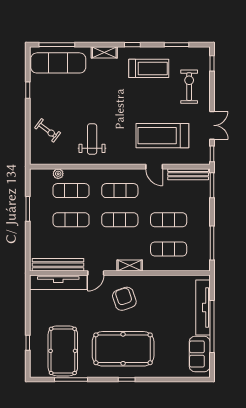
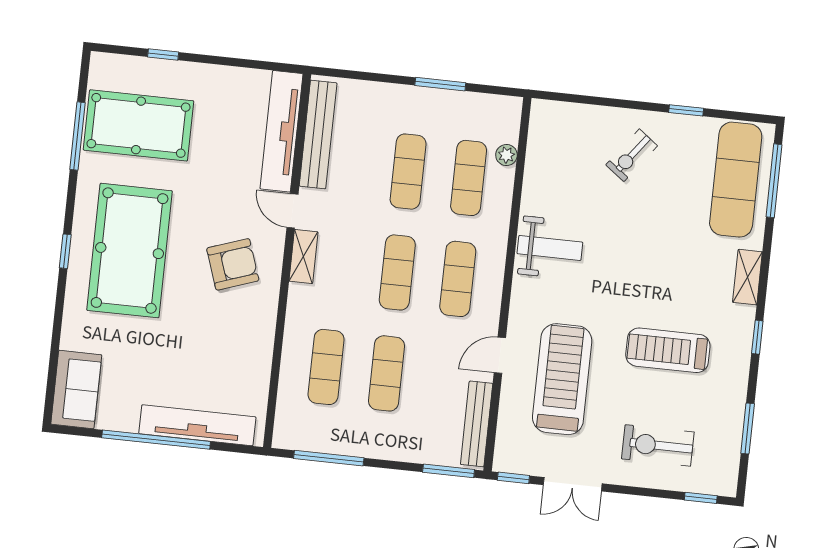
treadmill: (149, 68) -> (668, 350), moved, turned 90
exercise bike: (189, 87) -> (658, 445), turned 180
exercise bike: (48, 130) -> (632, 155), moved
weight bench: (92, 139) -> (550, 248), moved
shelving: (130, 265) -> (303, 257), moved
sofa: (200, 354) -> (76, 390), moved, turned 90

